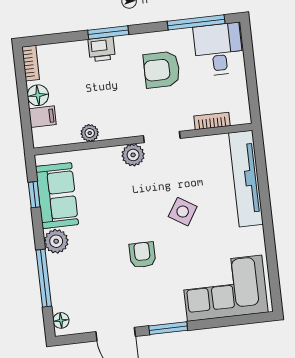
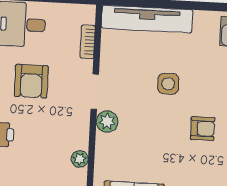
side table: (183, 212) -> (168, 84), turned -32
armchair: (142, 255) -> (203, 129), turned 180

